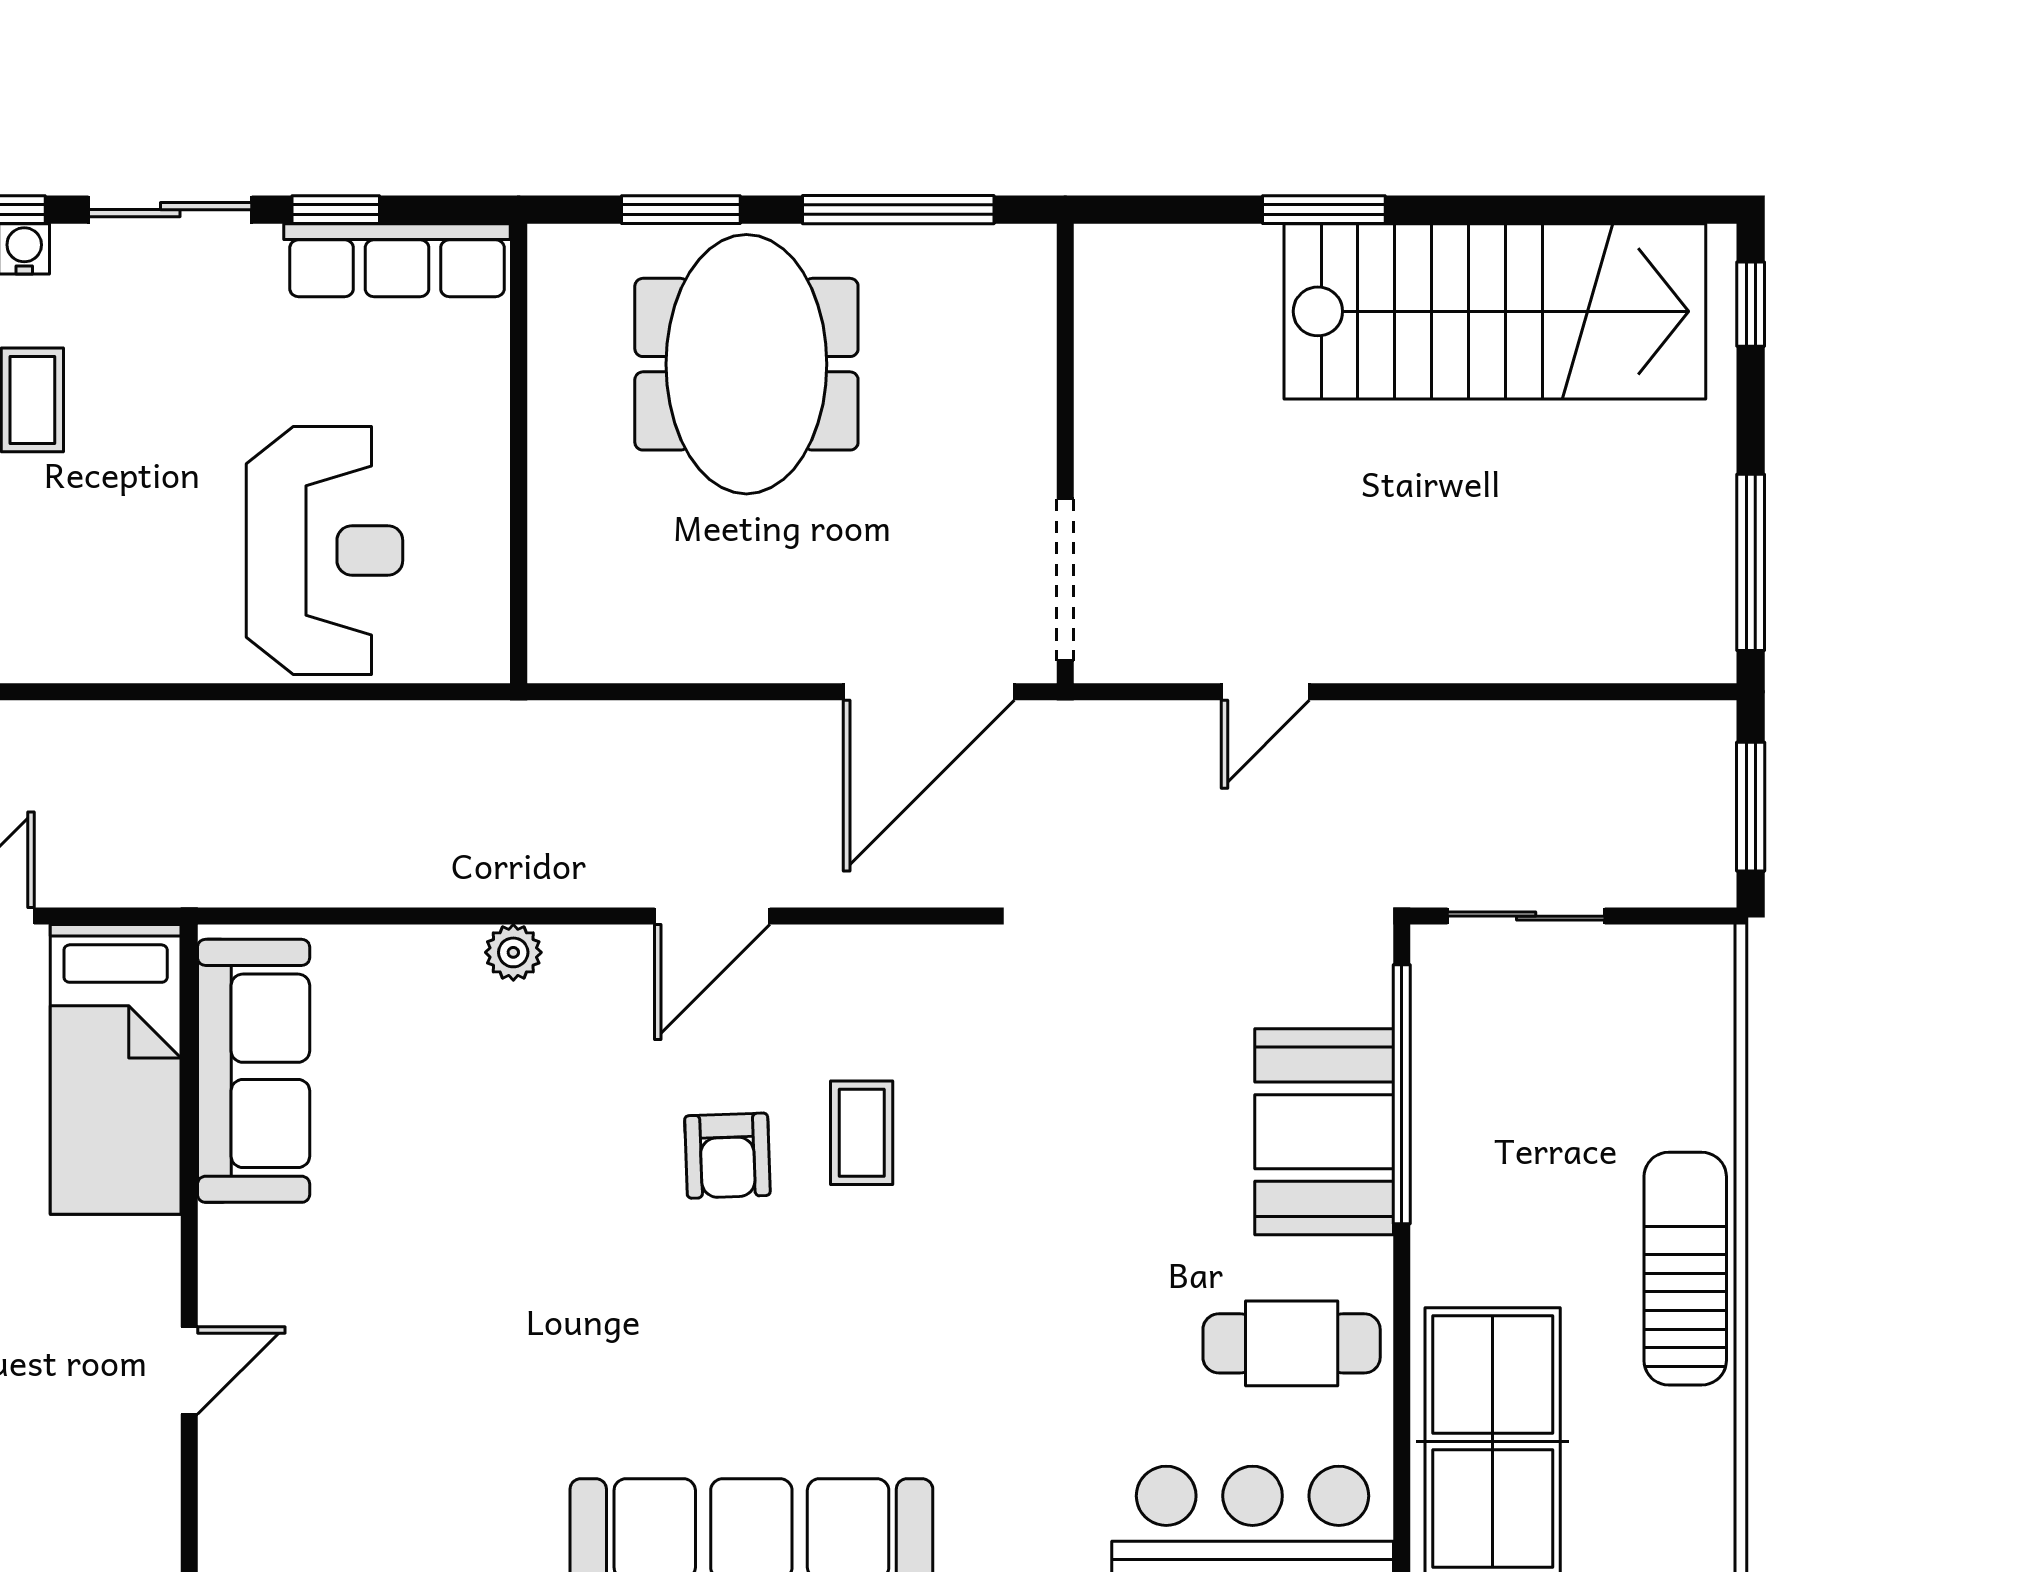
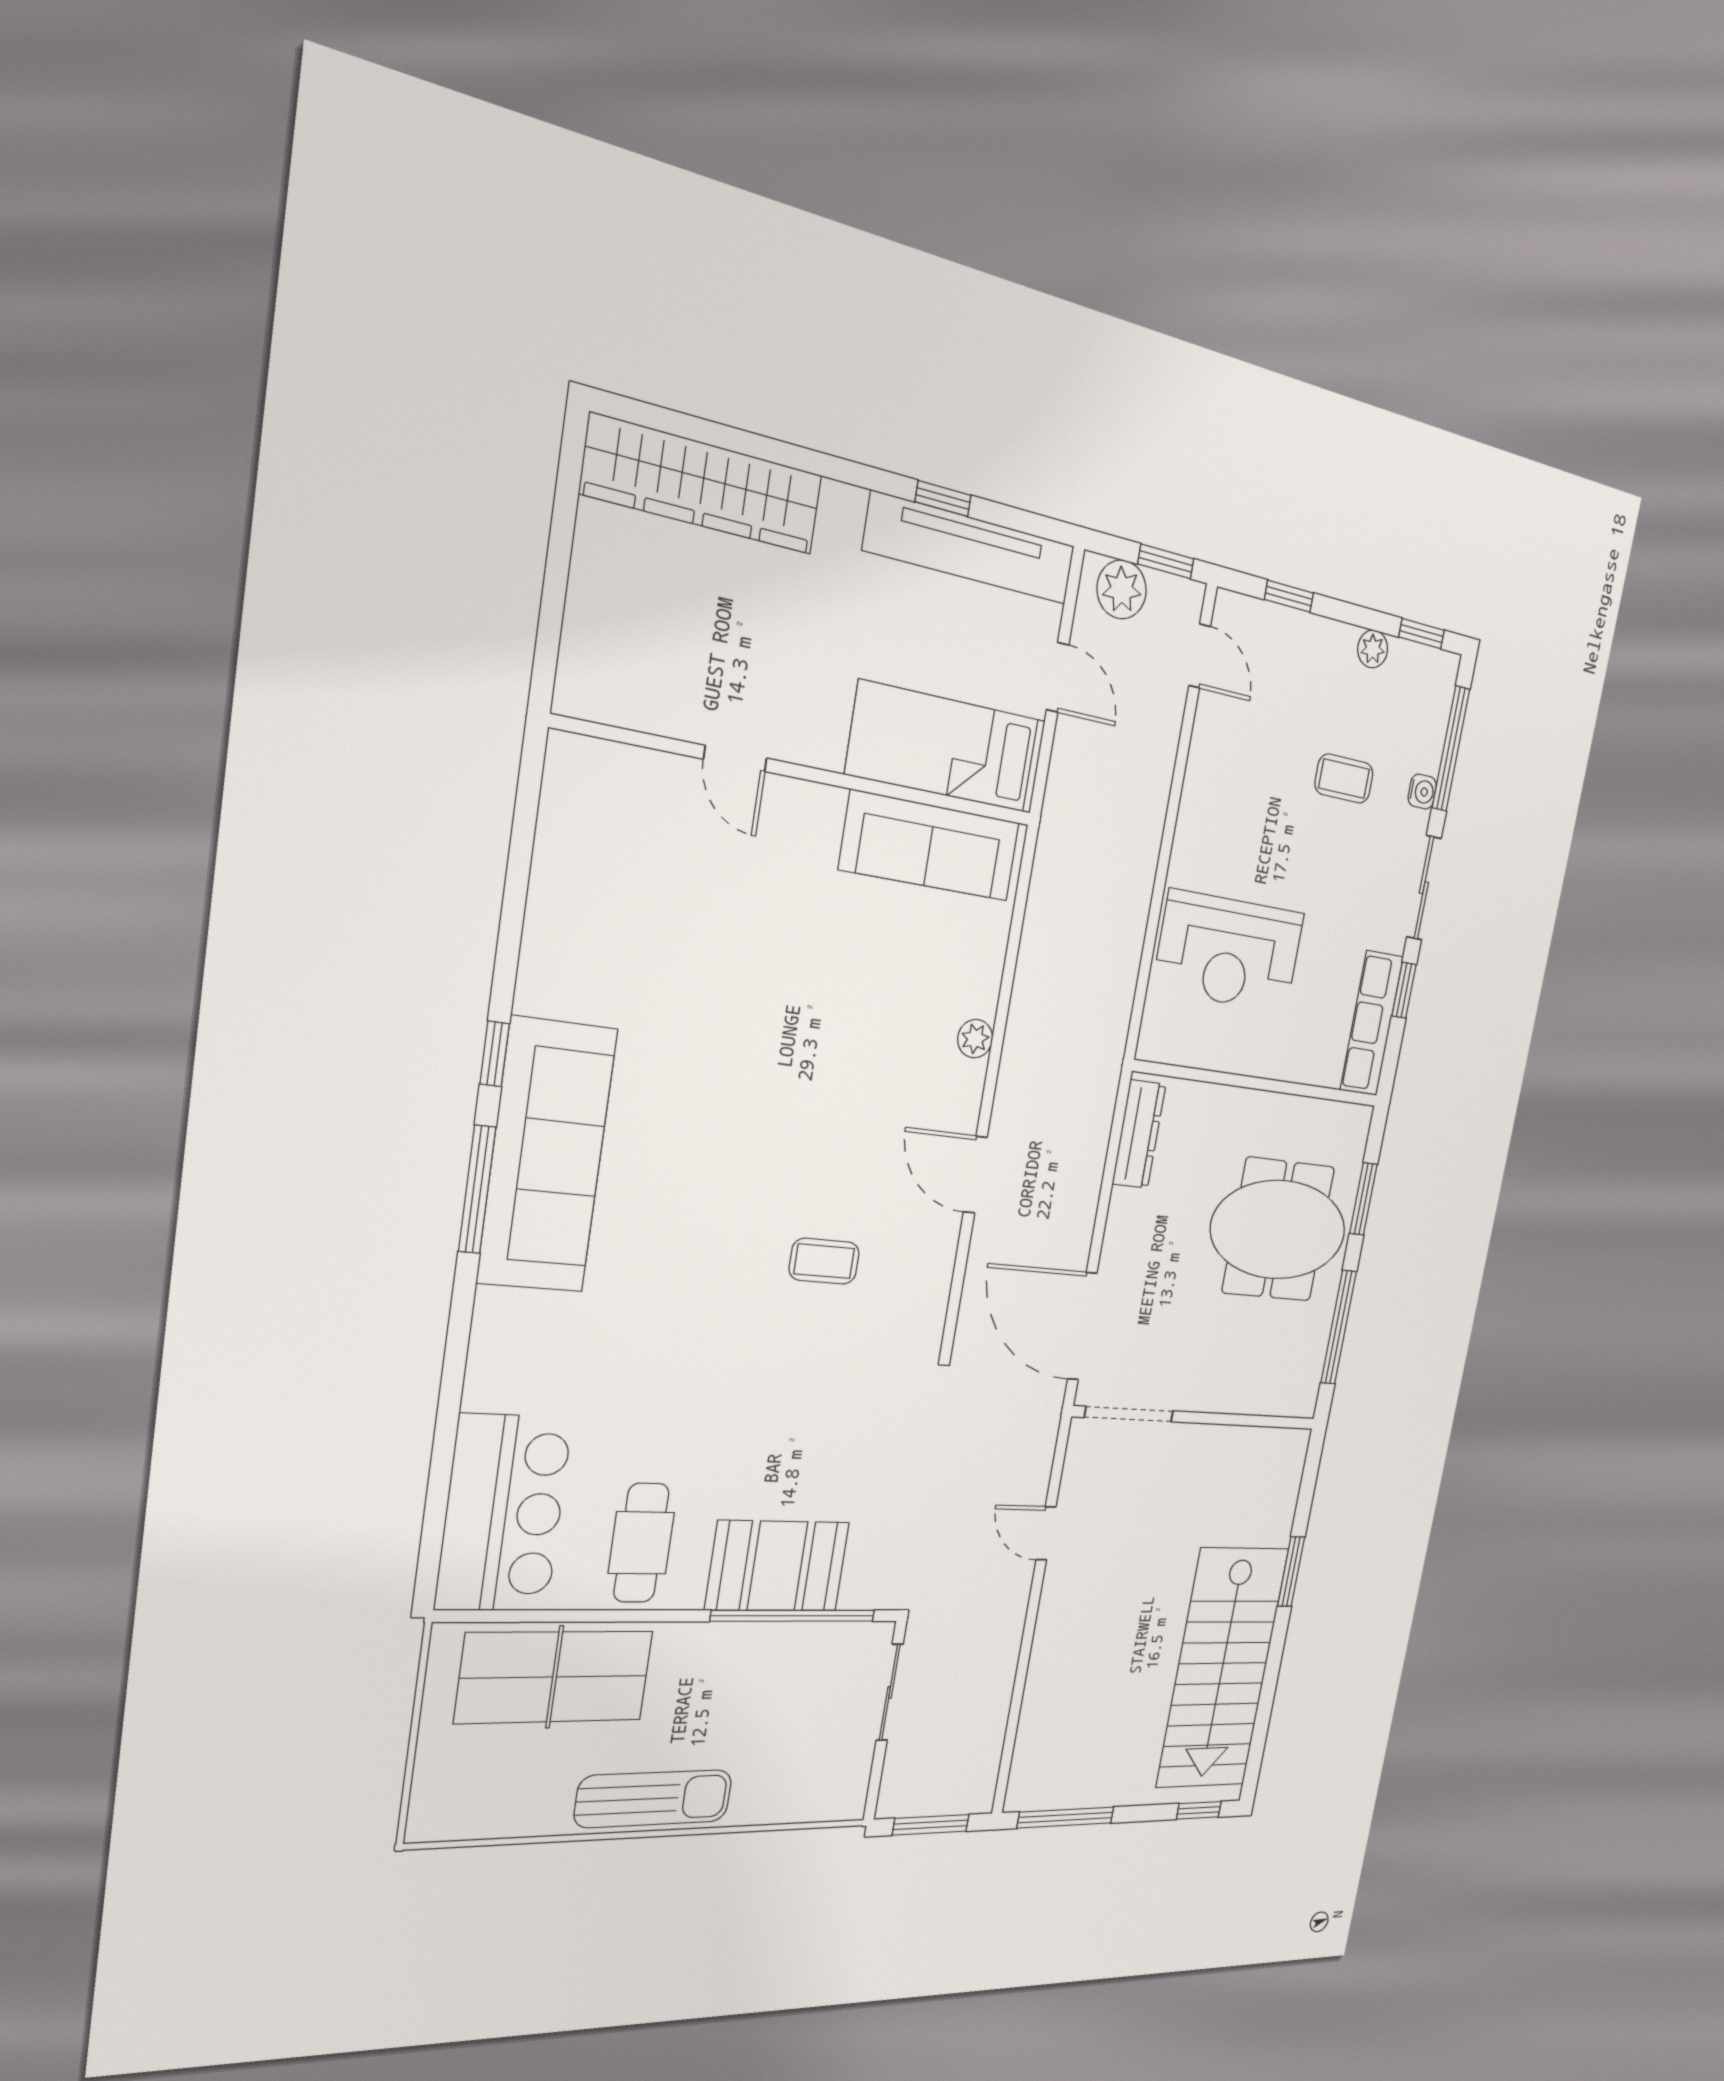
dresser: (622, 651) -> (1139, 1134), added
armchair: (727, 1156) -> (824, 1168), removed

